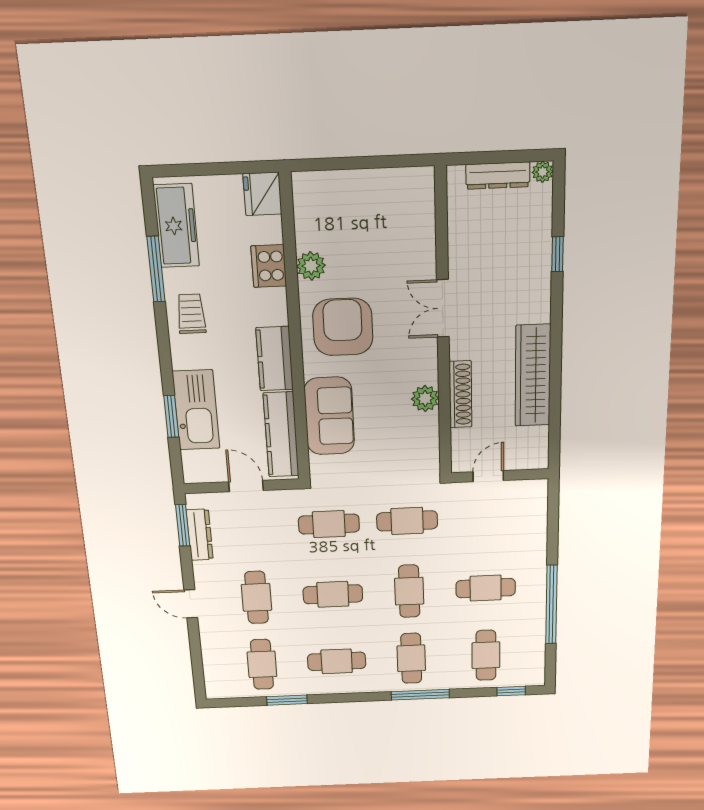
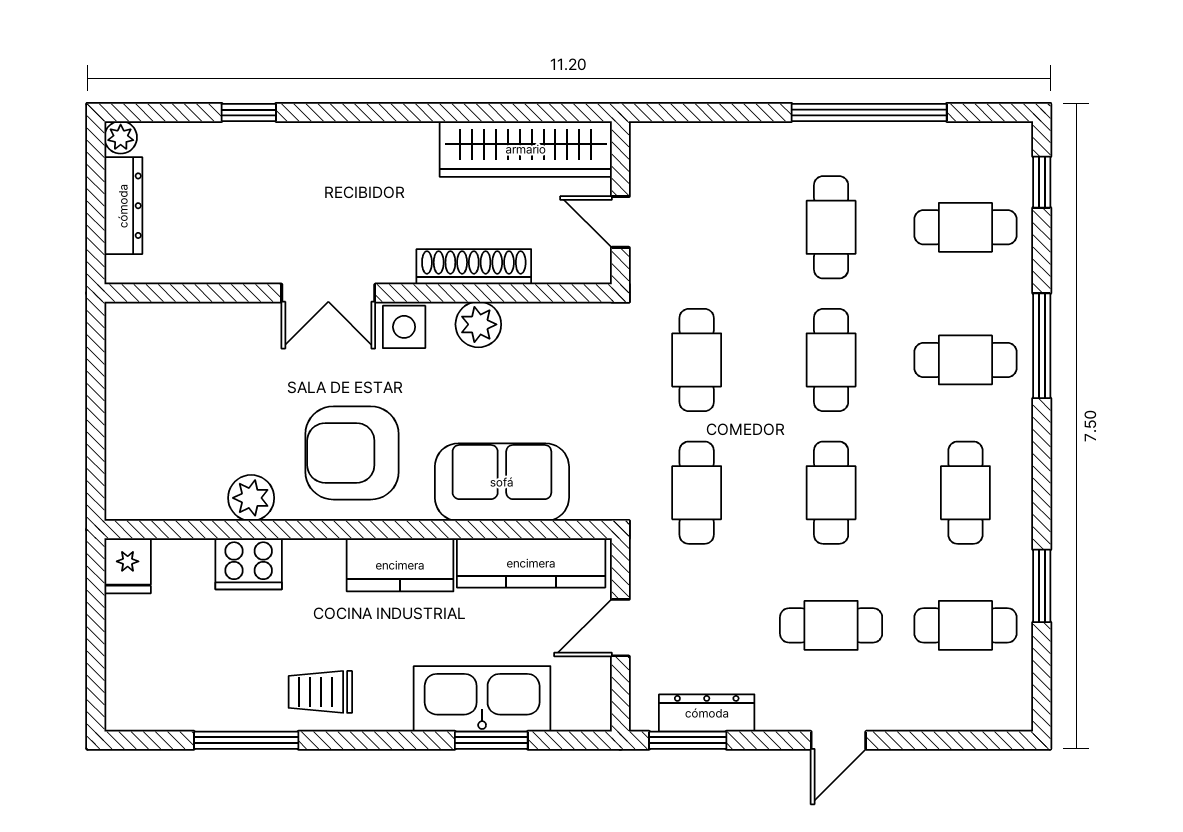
fridge: (262, 194) -> (128, 566), width x0.72
freezer: (176, 226) -> (180, 702), removed
side table: (423, 355) -> (404, 327), added
wardrobe: (533, 376) -> (526, 149), moved
cafe table: (409, 591) -> (831, 360), turned 90

